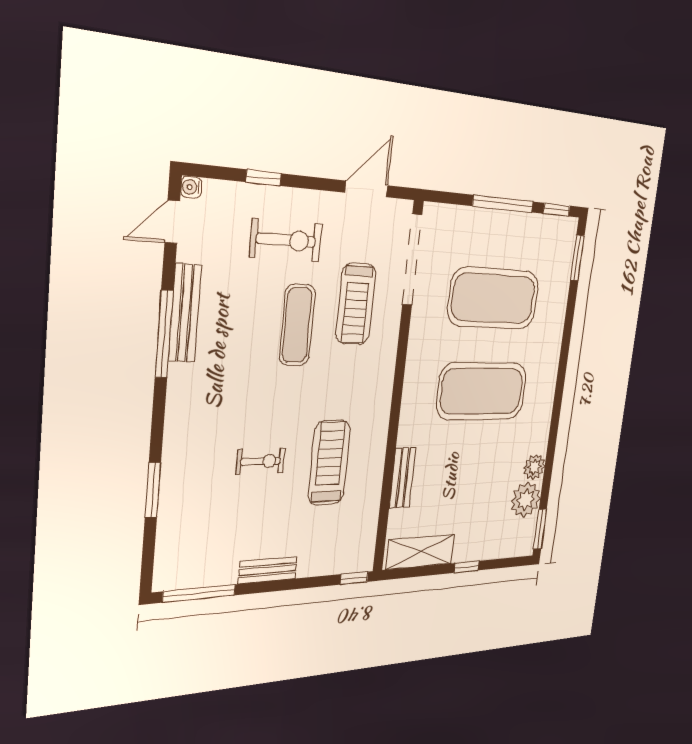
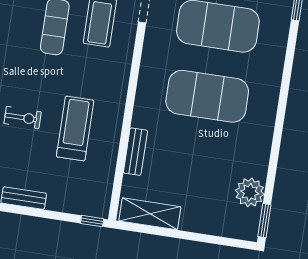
plant: (534, 467) -> (258, 166), removed
window: (467, 567) -> (192, 236), removed

